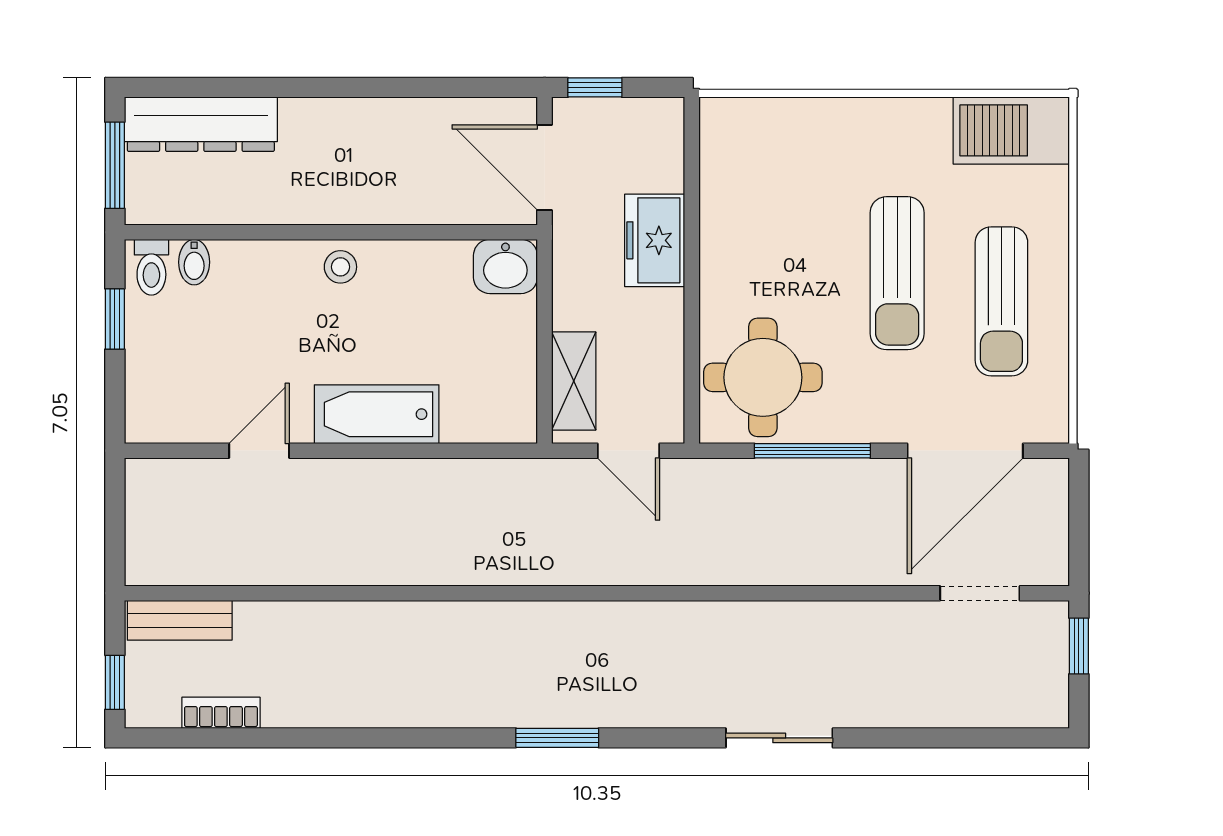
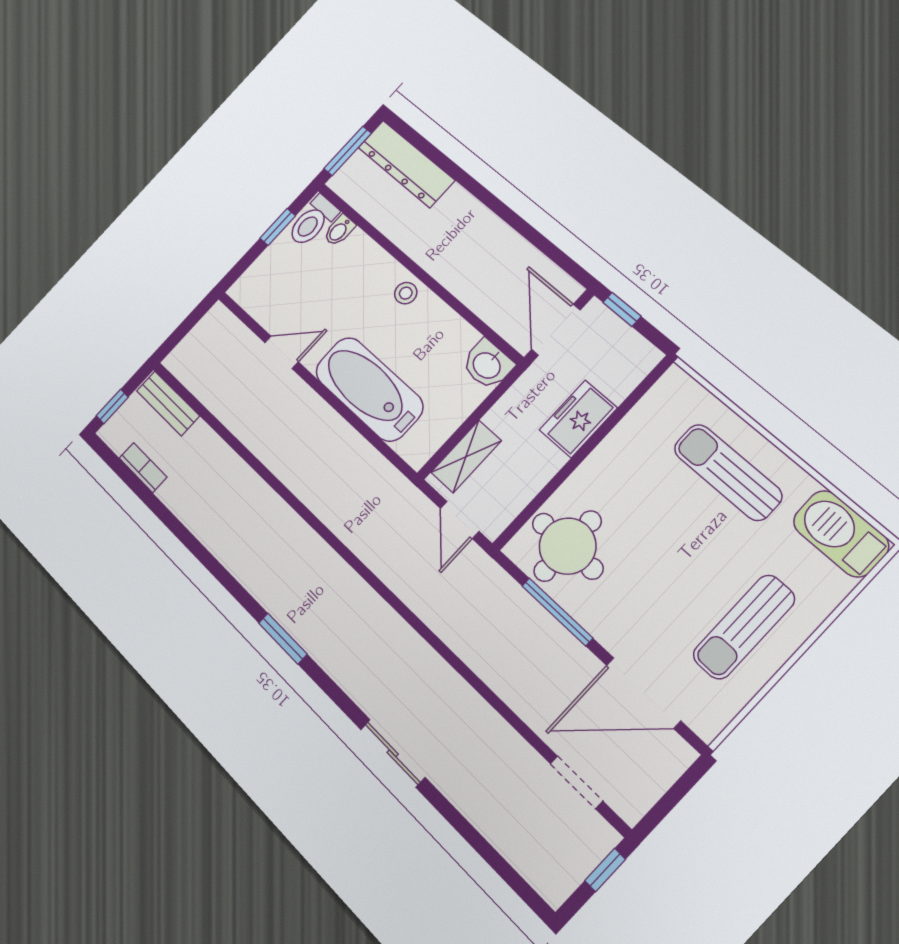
toilet: (151, 267) -> (313, 221), width x1.37, depth x1.39
sun lounger: (897, 273) -> (728, 472), moved, turned 90
bathtub: (377, 414) -> (369, 389), width x1.36, depth x1.36

